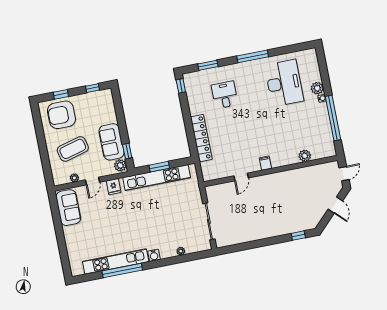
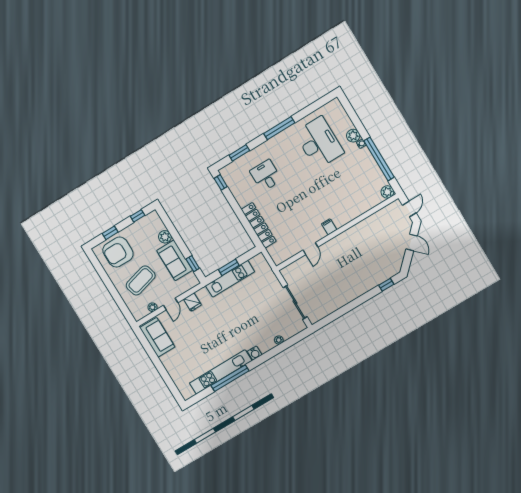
plant: (305, 156) -> (387, 192), moved
plant: (120, 165) -> (165, 237), moved
kitchen unit: (157, 178) -> (230, 279), width x0.73

